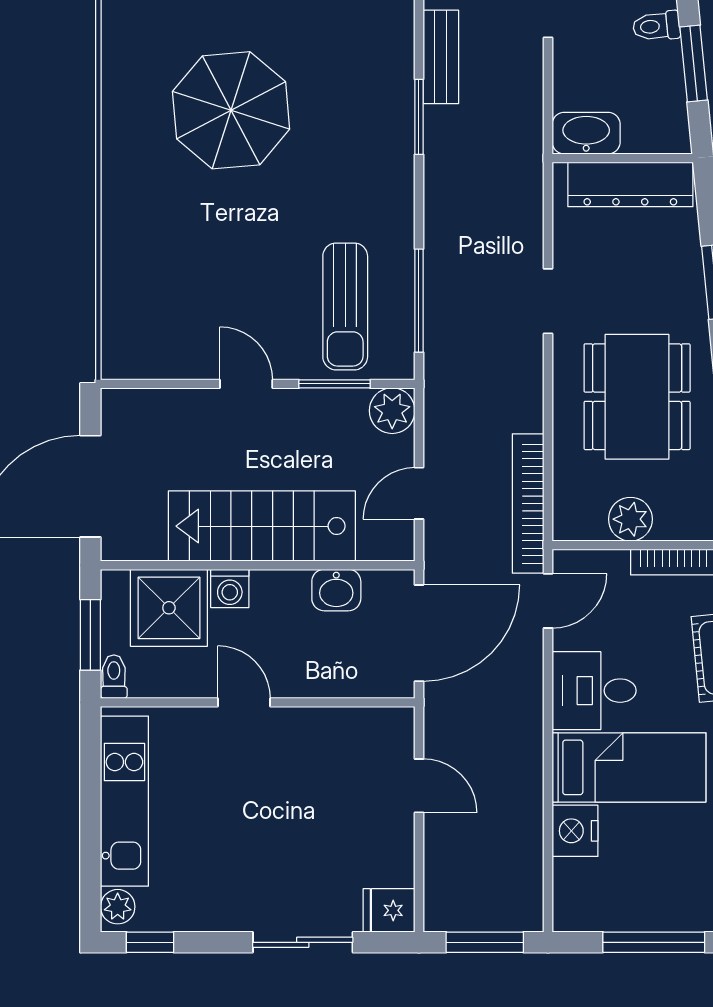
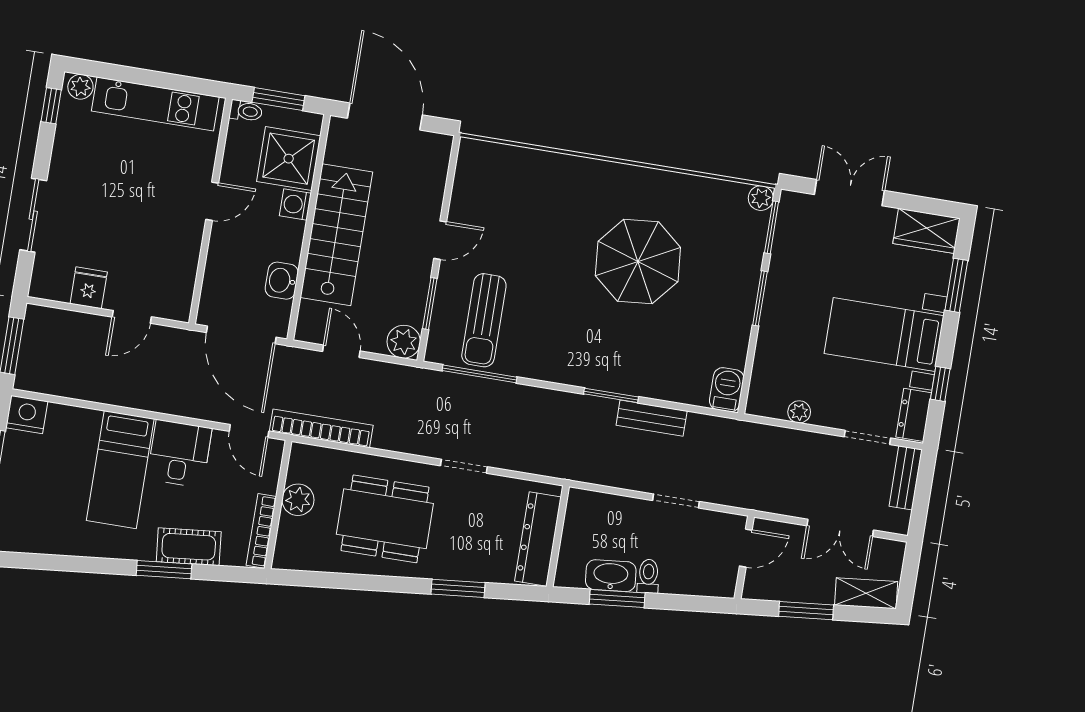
washbasin: (586, 133) -> (611, 576), moved, turned -96
sun lounger: (345, 306) -> (484, 320), turned -90
nightstand: (575, 831) -> (27, 415), moved
fridge: (389, 910) -> (89, 288), moved

